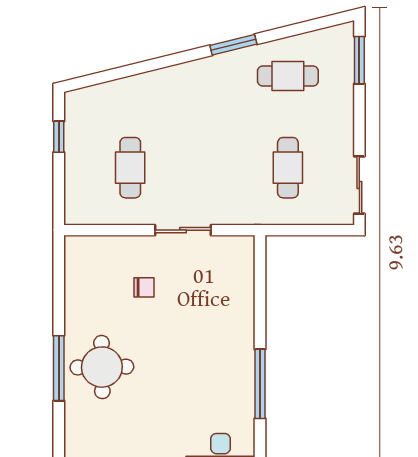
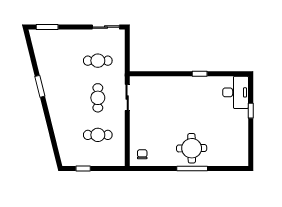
cafe table: (288, 76) -> (98, 98), moved
sliding door: (183, 230) -> (127, 97), moved
chair: (144, 287) -> (142, 154), moved
window: (260, 384) -> (200, 74), width x0.46

